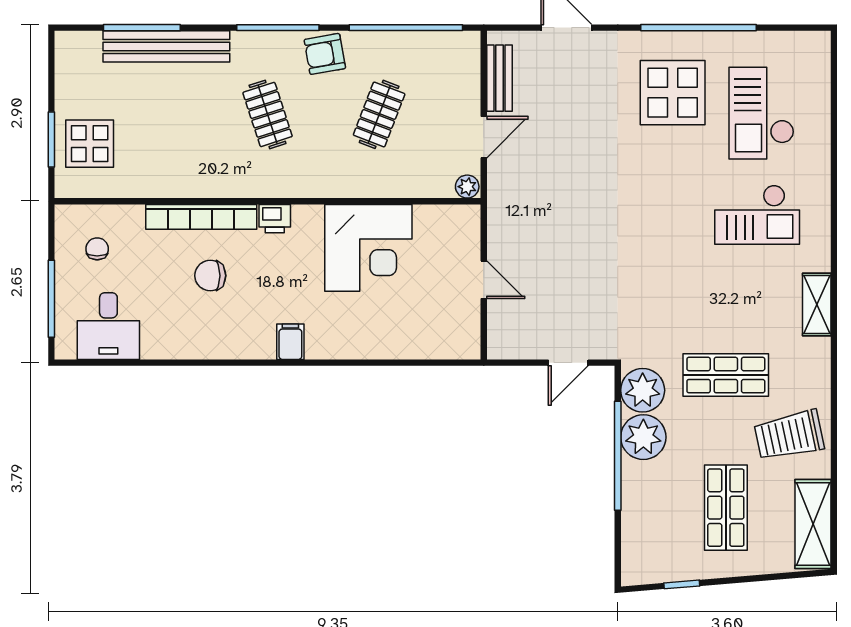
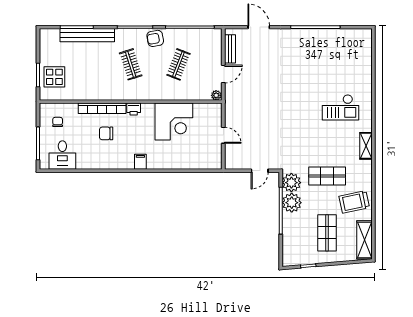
display table: (673, 93) -> (304, 55), removed
checkout: (761, 113) -> (342, 64), removed

